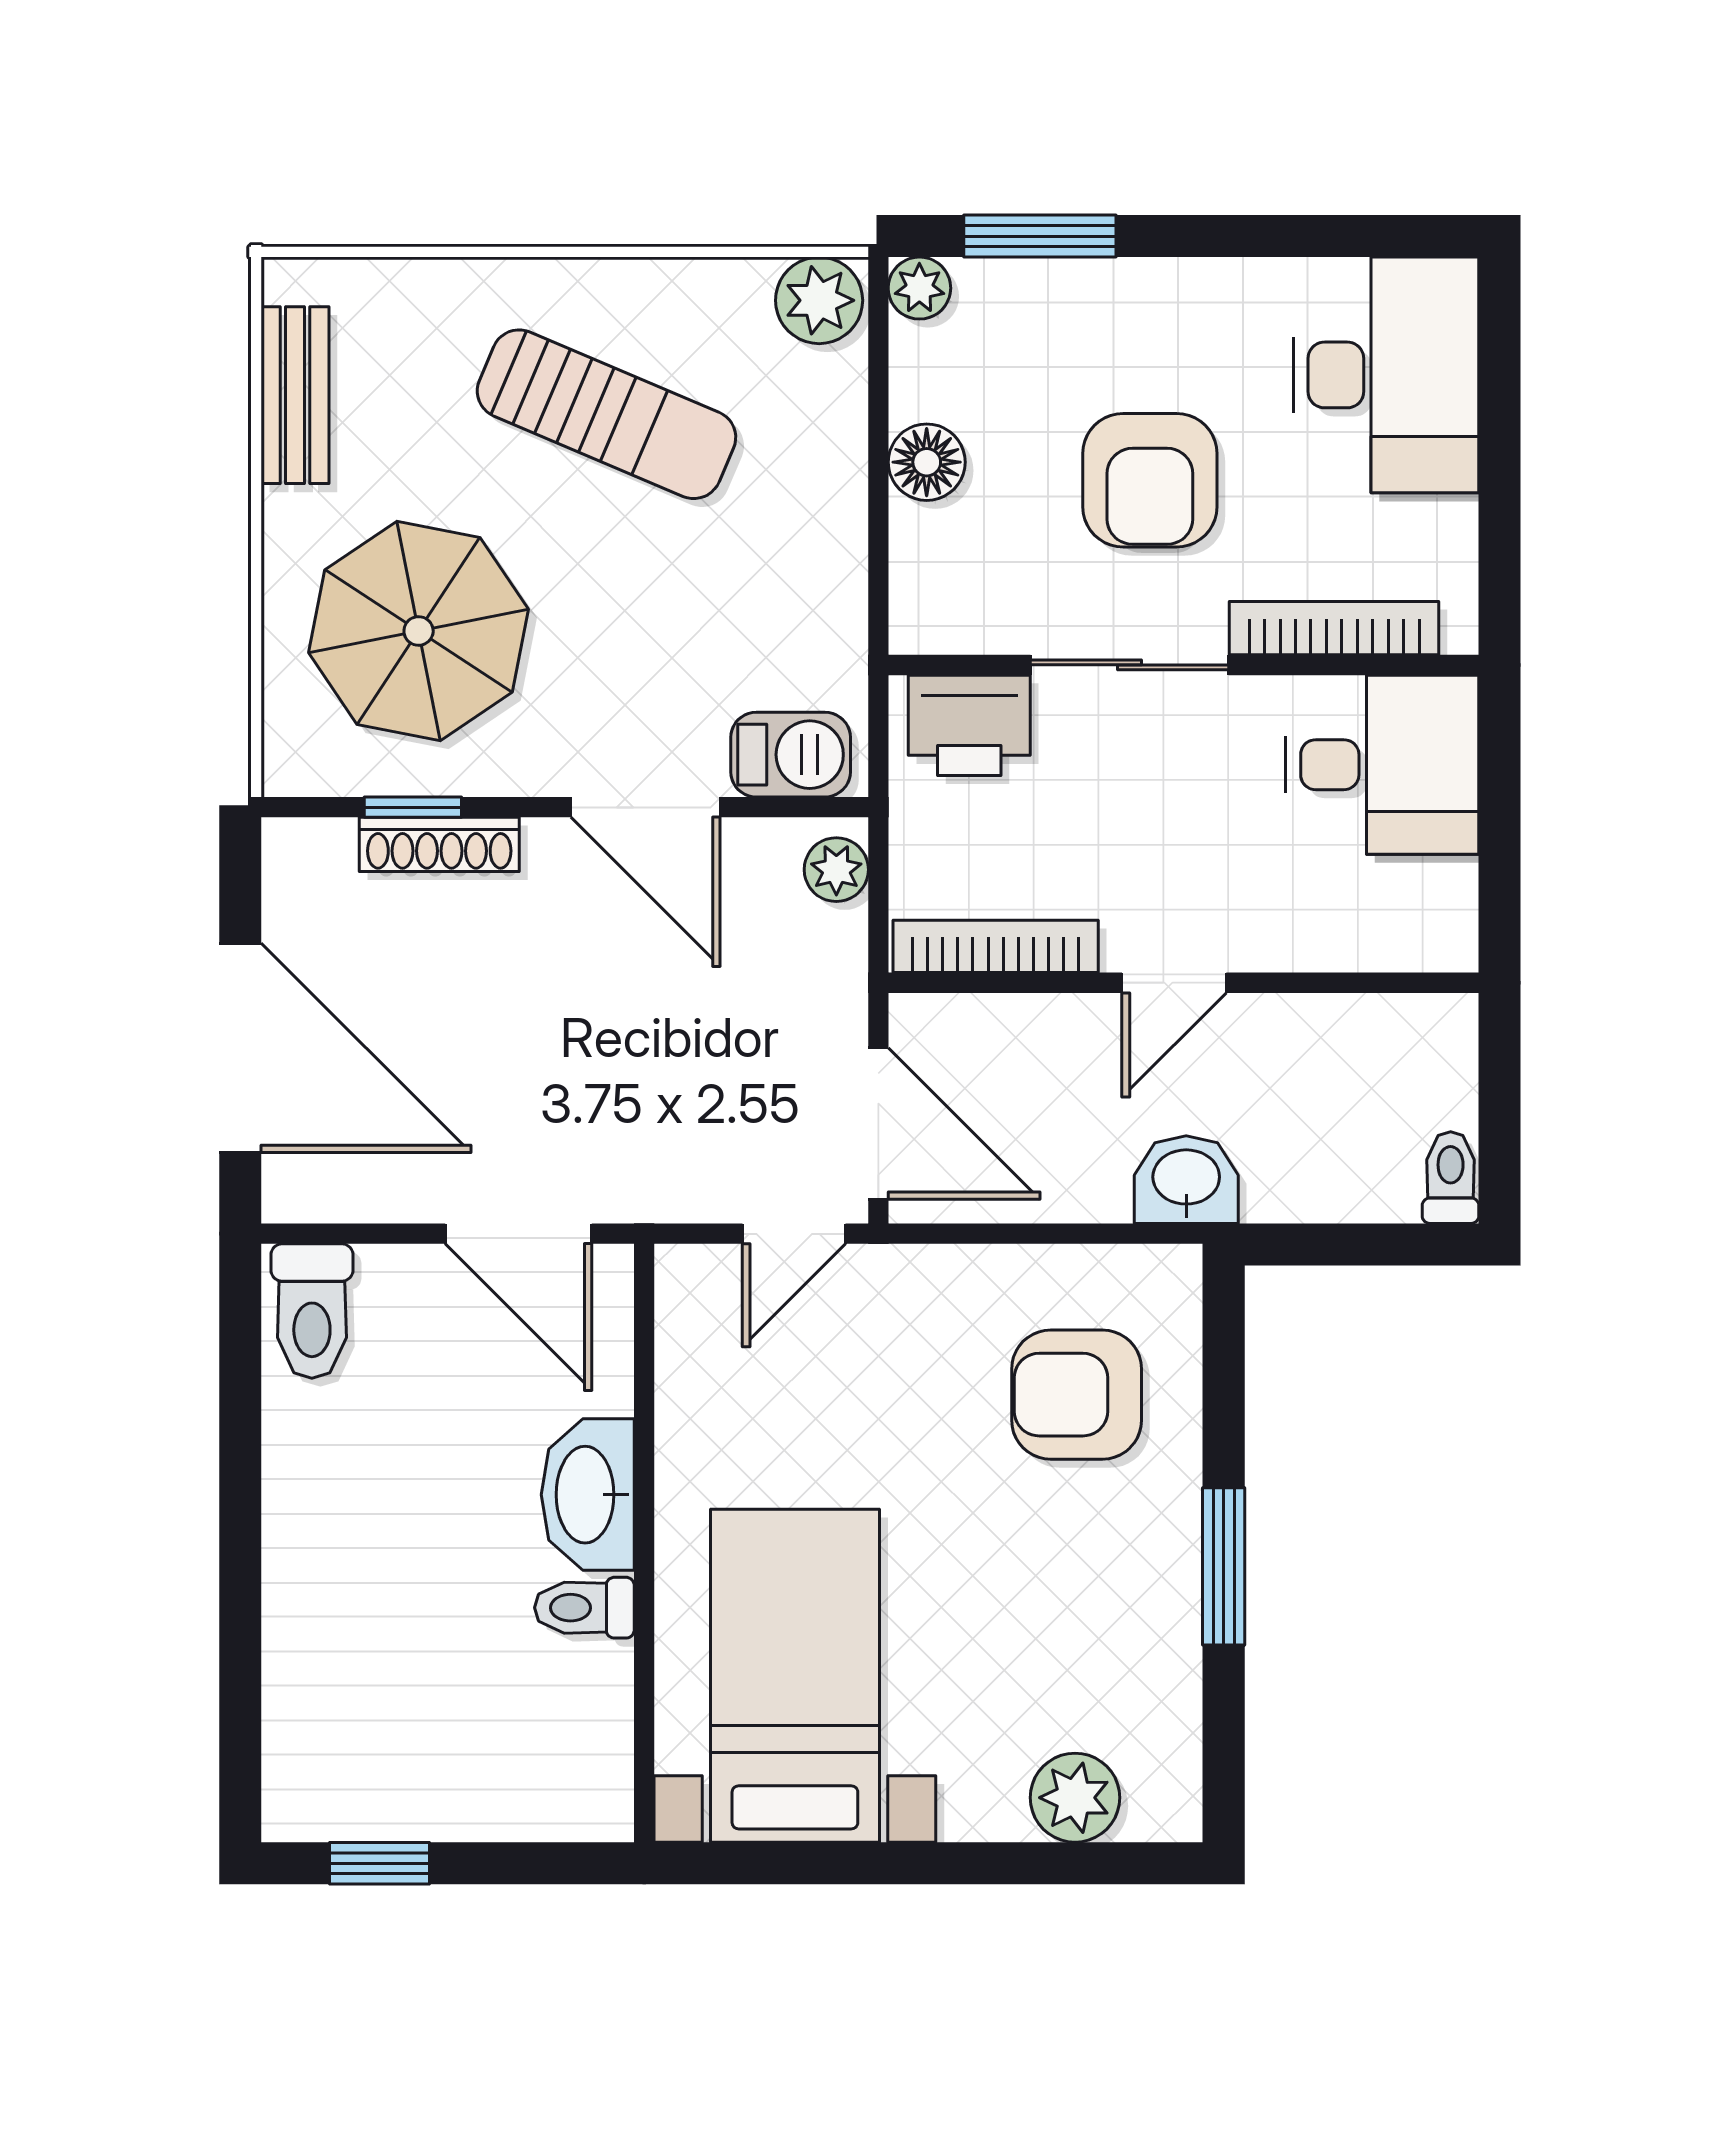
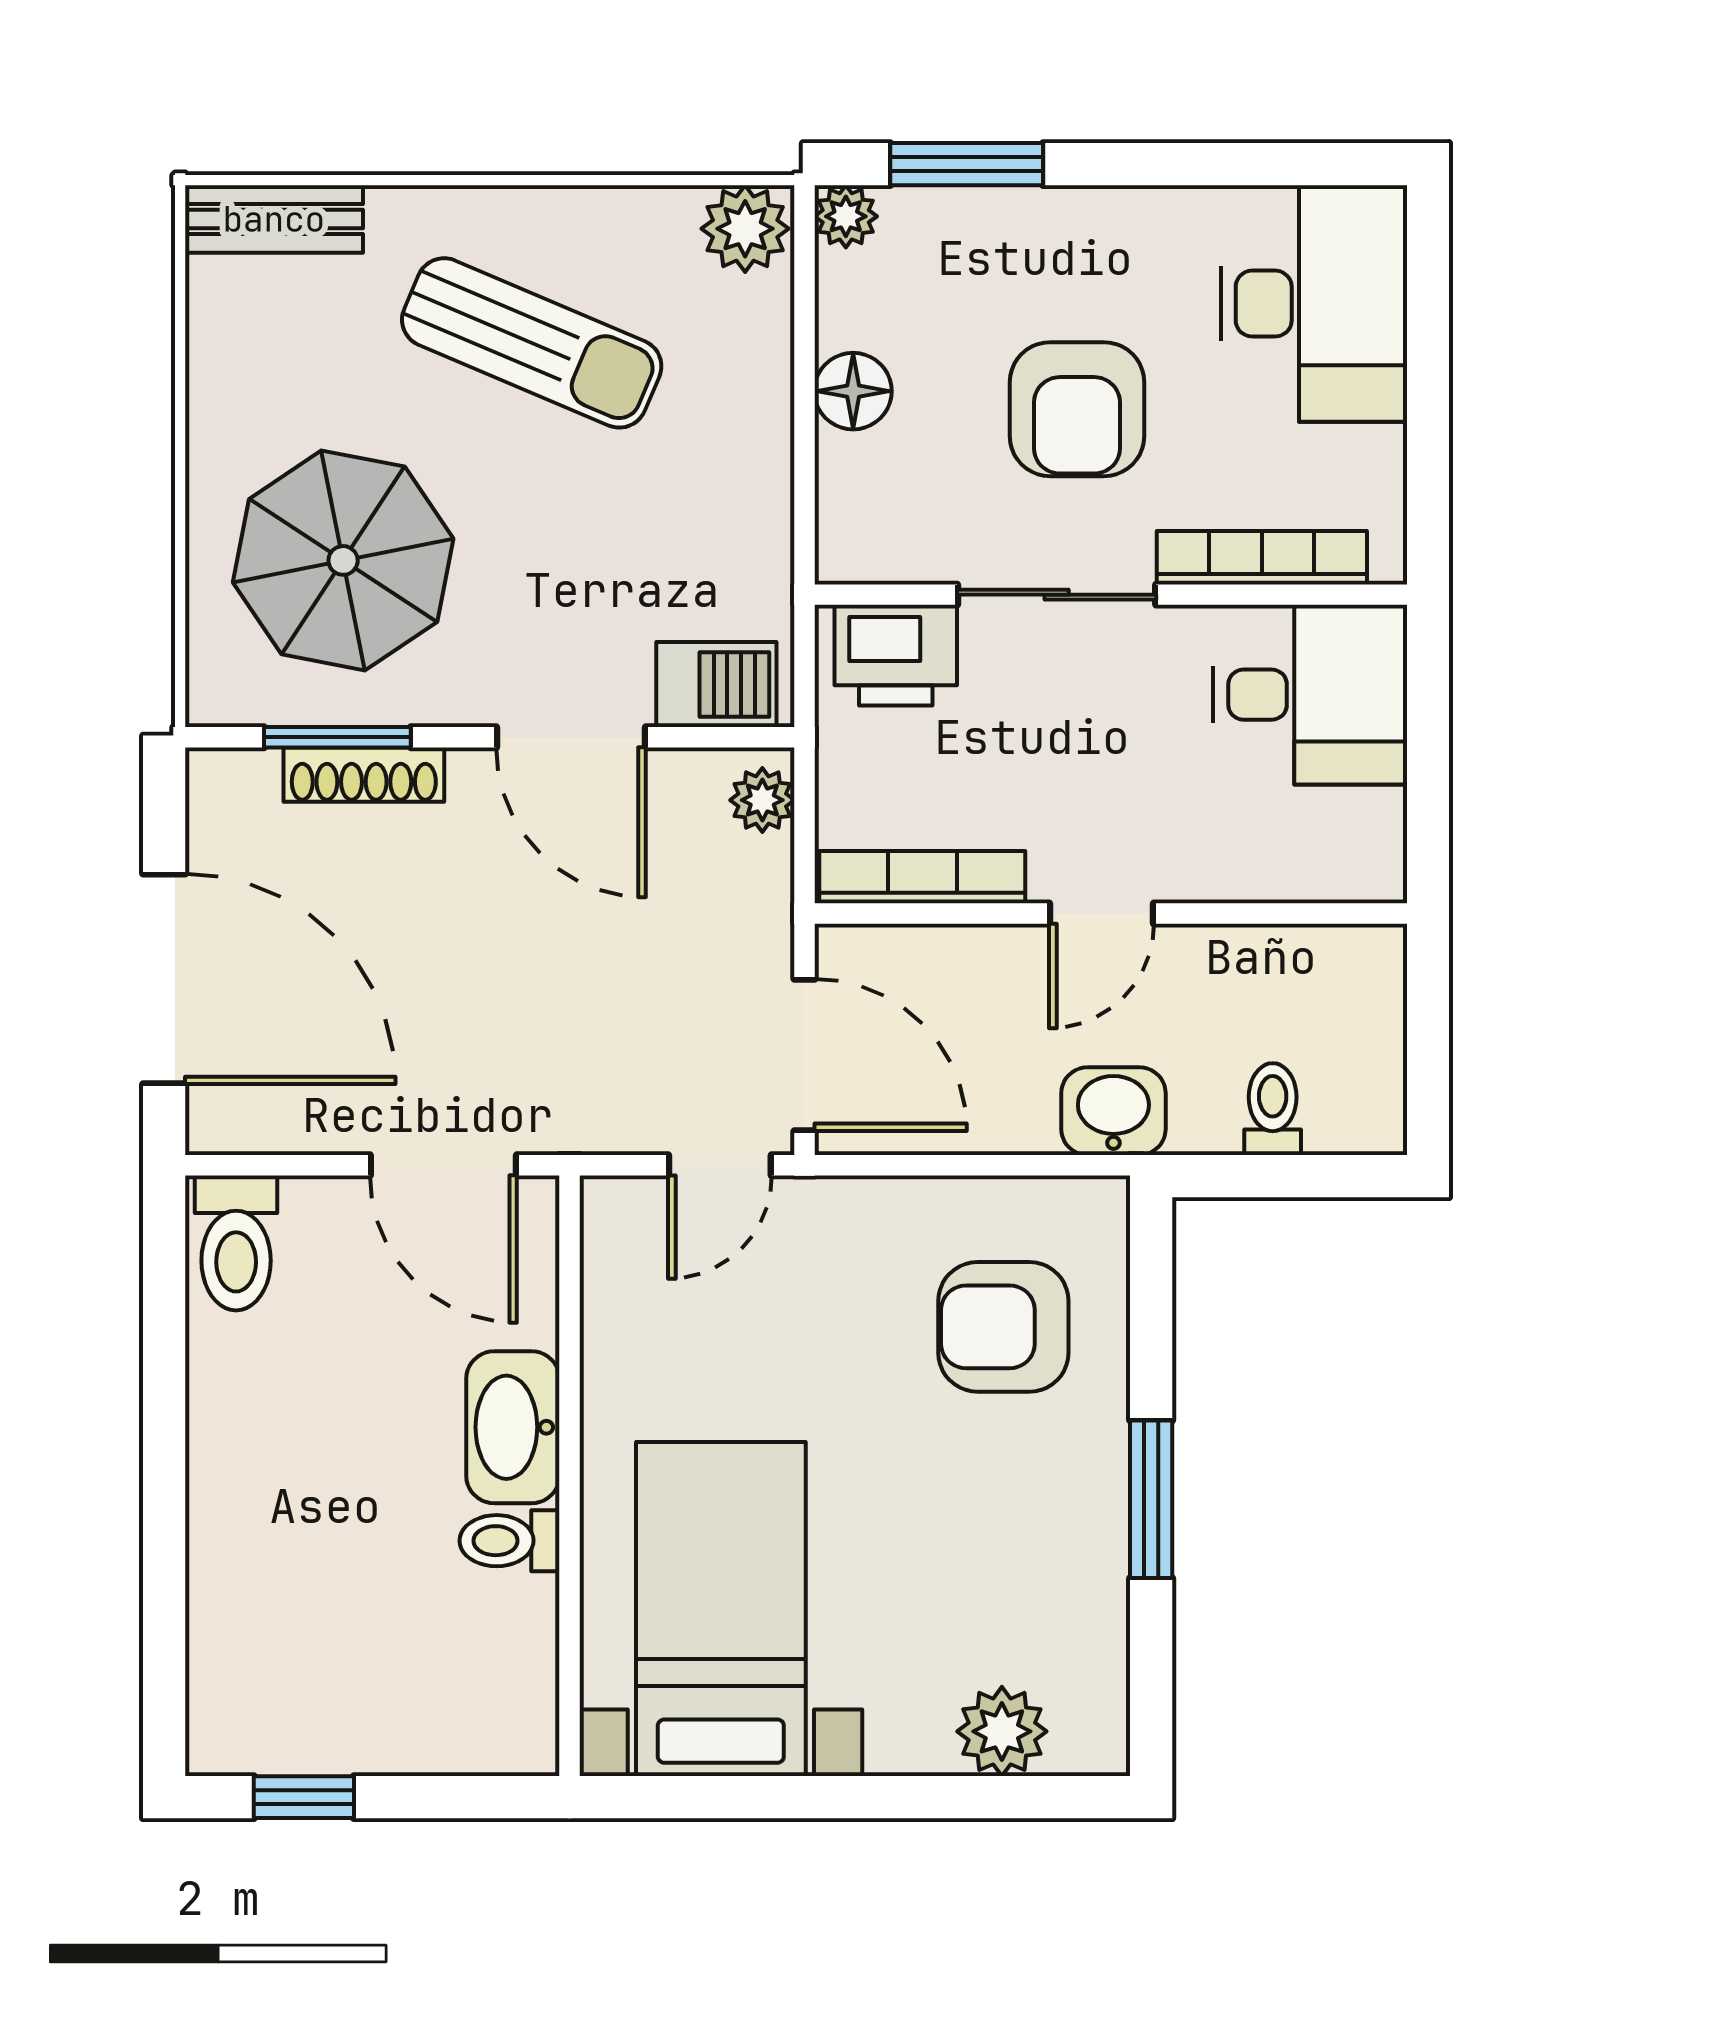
bench: (295, 395) -> (274, 219), moved, turned 90
window: (413, 807) -> (337, 737), width x1.50
toilet: (1451, 1178) -> (1273, 1109), moved

